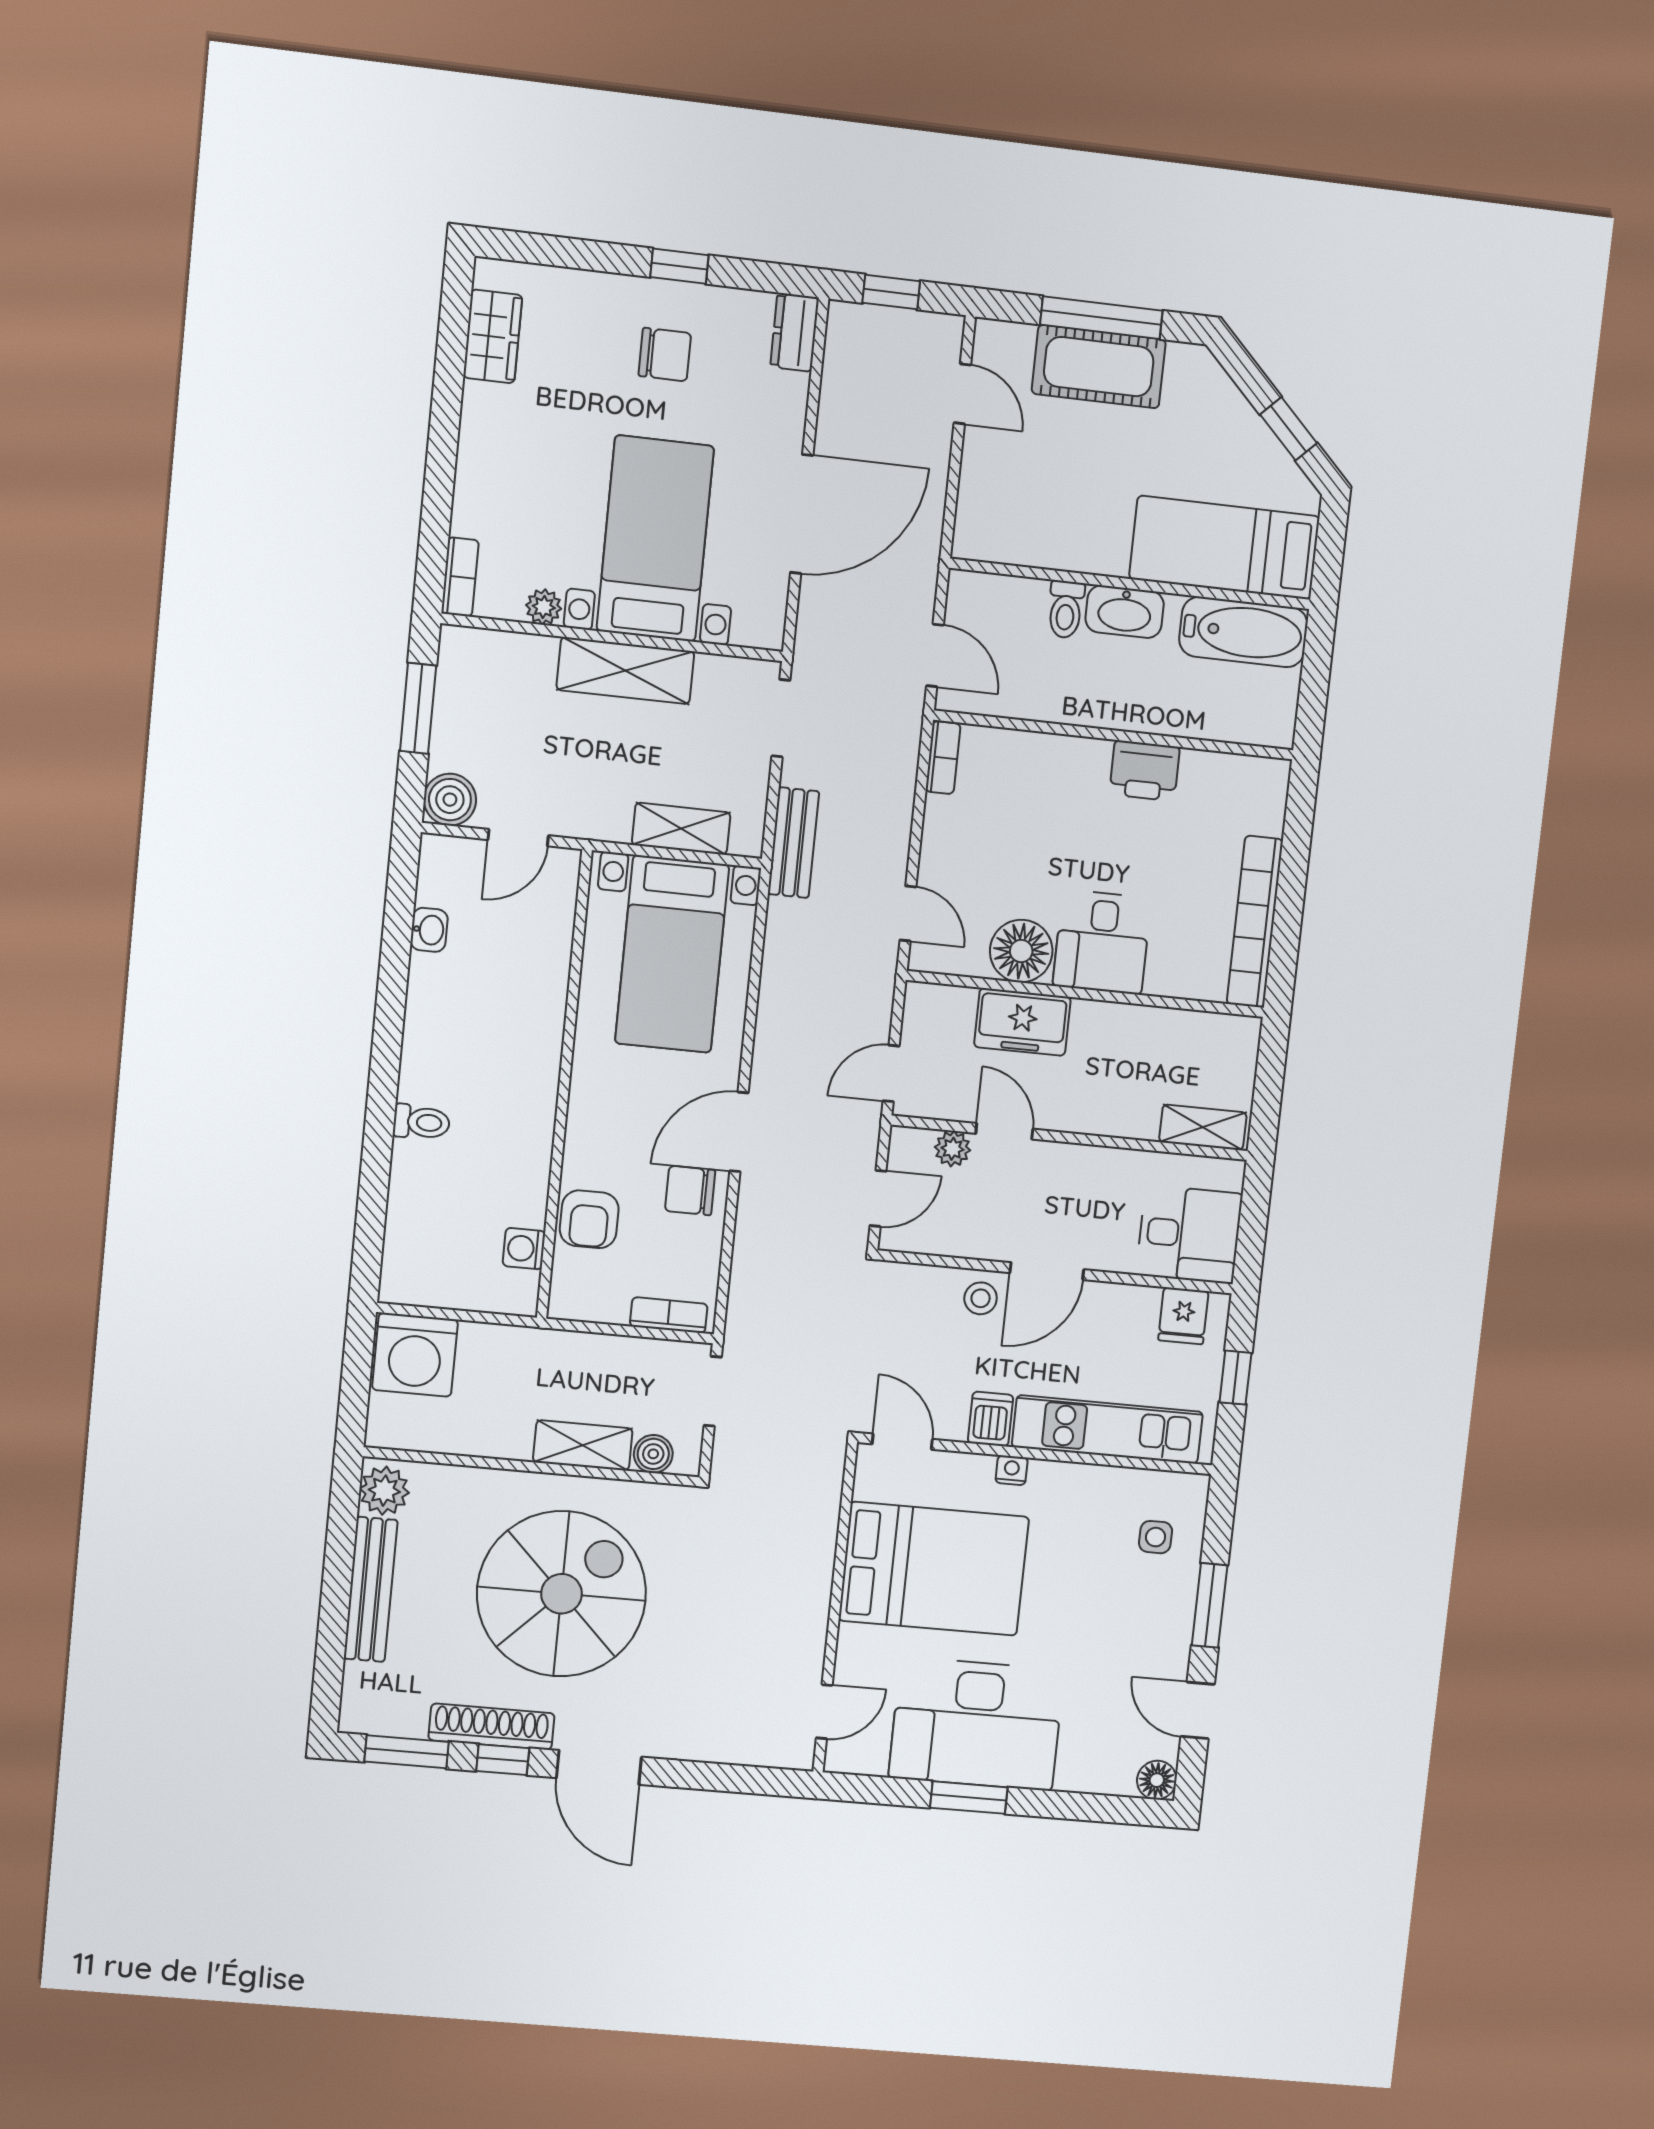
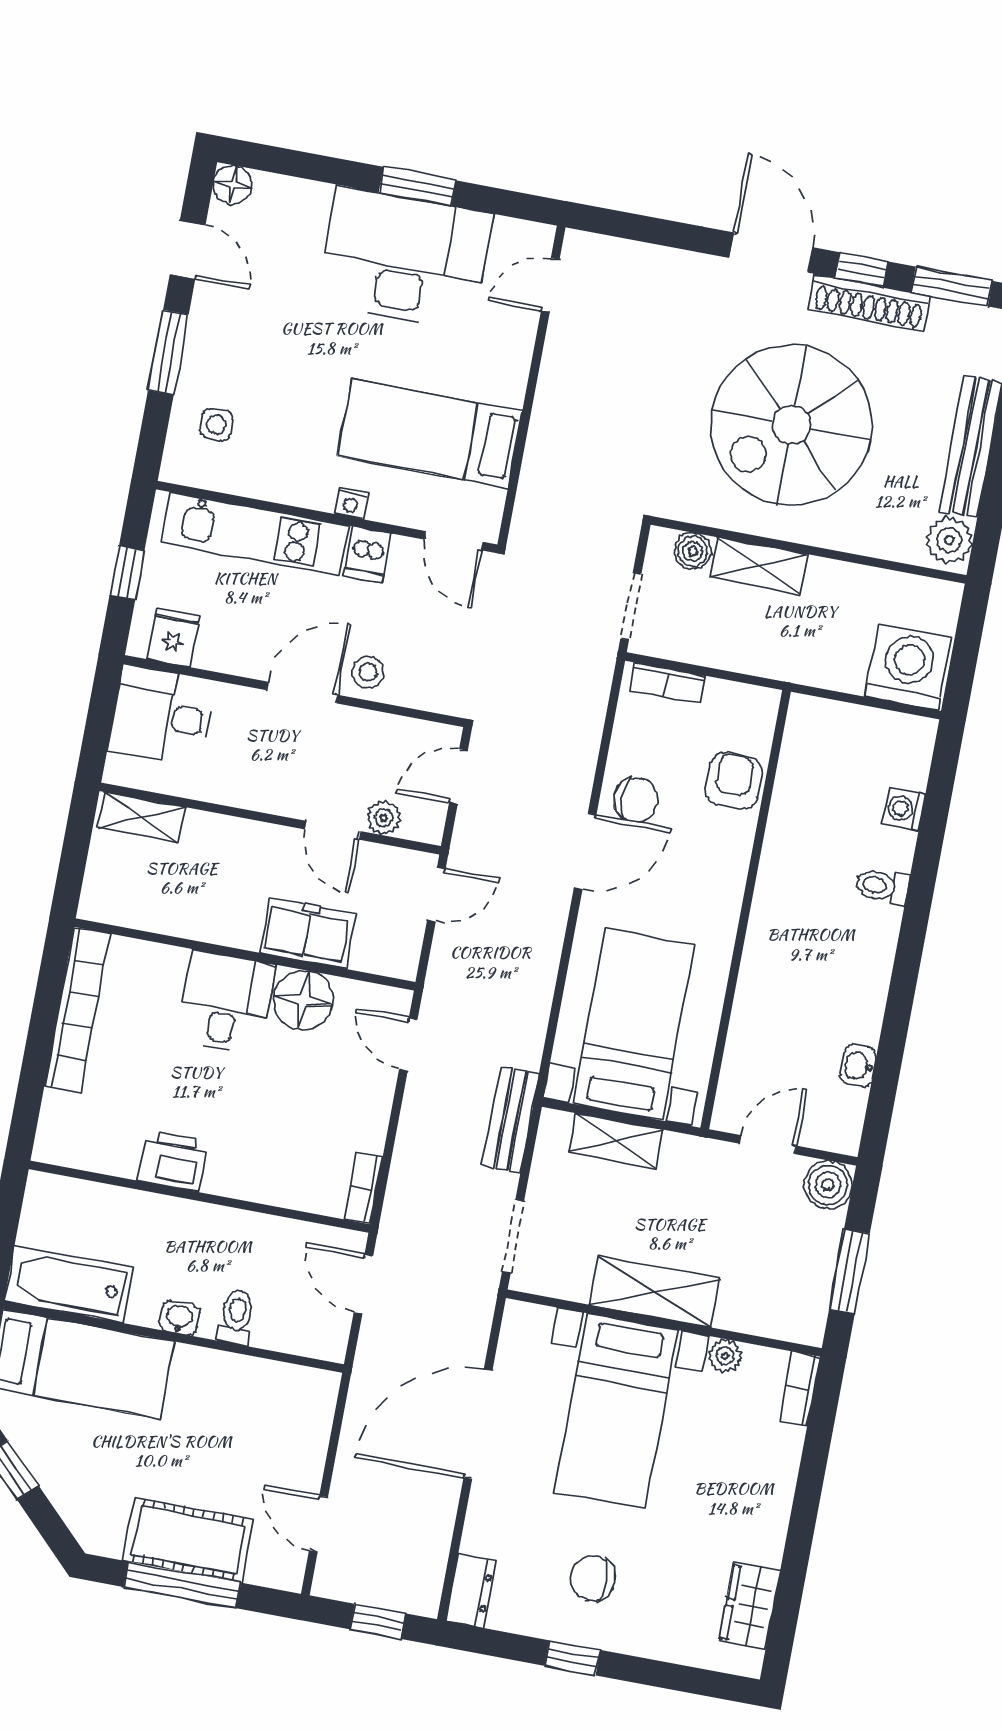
washbasin: (1125, 612) -> (179, 1318), width x0.52, depth x0.69
washing machine: (524, 1249) -> (904, 809), moved, turned 180
bed: (934, 1569) -> (430, 434), width x0.67

